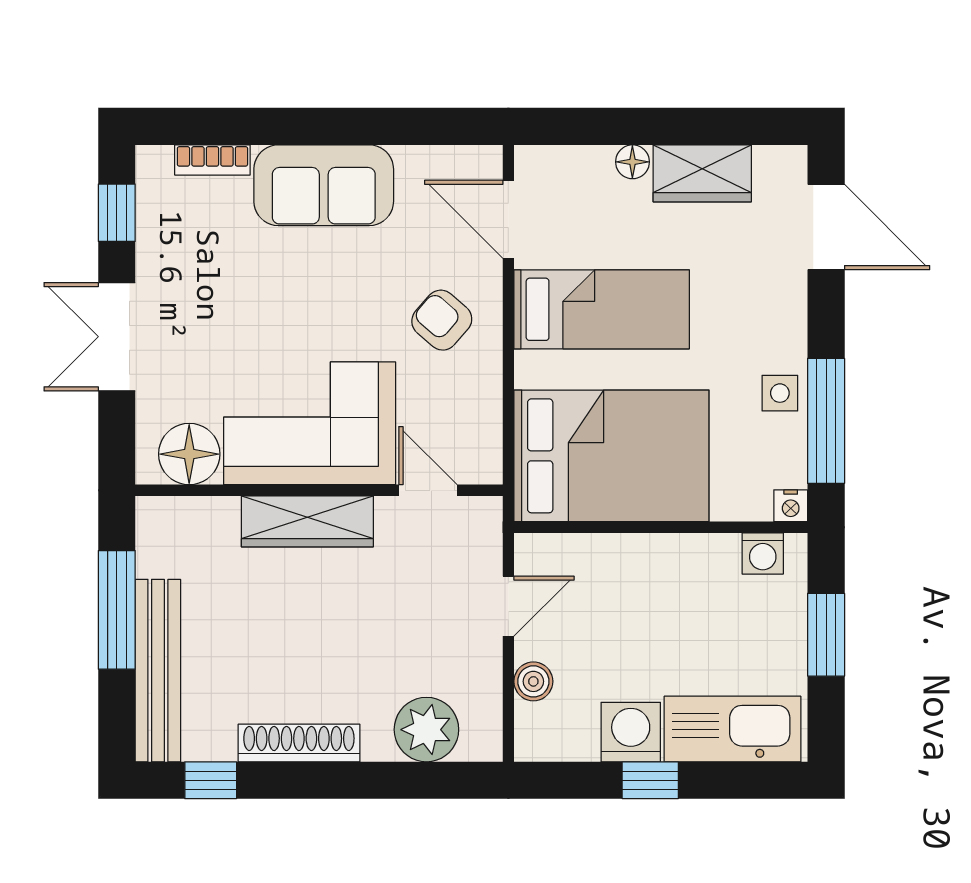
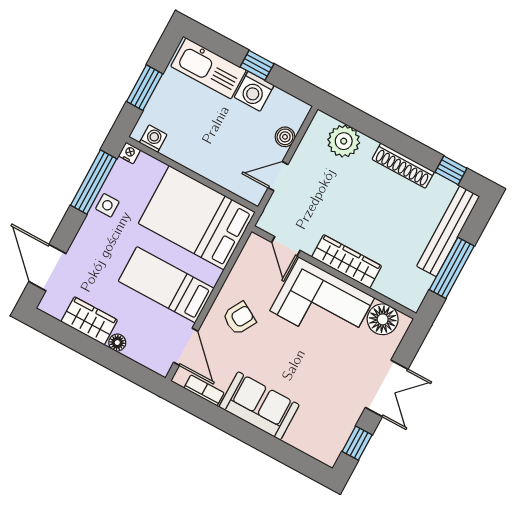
bookcase: (212, 160) -> (204, 390), moved
armchair: (442, 320) -> (239, 318), turned -101

